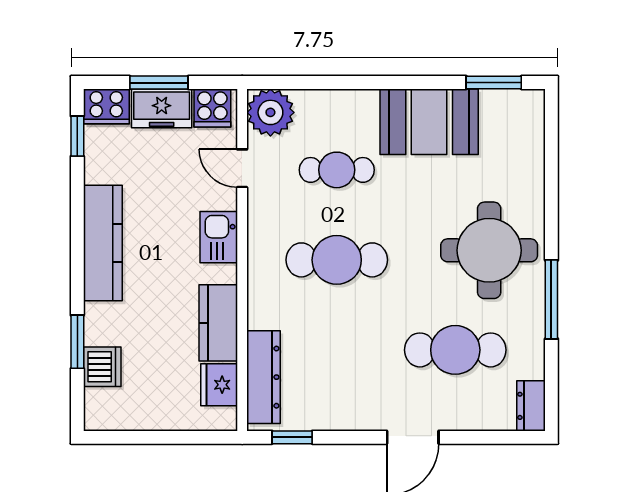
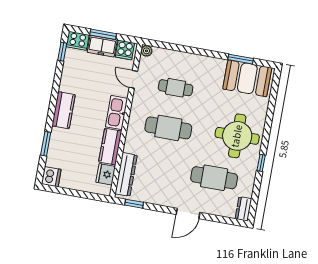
window: (494, 83) -> (241, 59), moved
plant: (270, 112) -> (146, 51), width x0.53, depth x0.53
booth: (429, 122) -> (247, 78), moved
kitchen sink: (219, 237) -> (117, 113), width x1.38
kitchen counter: (103, 243) -> (64, 110), width x0.67
window: (551, 299) -> (261, 163), width x0.46
dishwasher: (102, 367) -> (51, 177), moved

